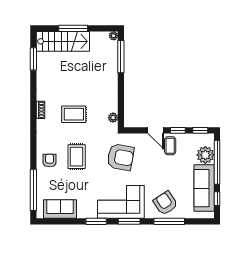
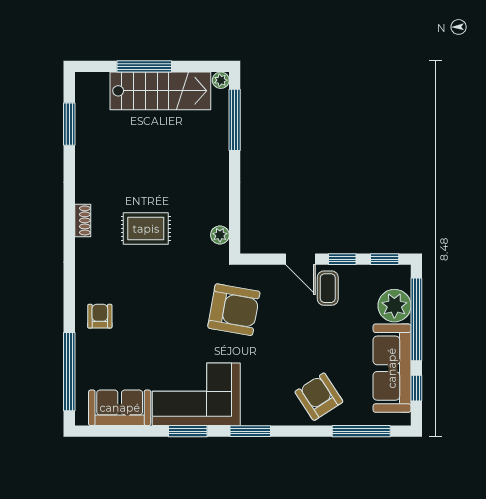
stairs: (63, 41) -> (160, 91), moved
rug: (77, 157) -> (151, 309), removed
corner sofa: (121, 202) -> (196, 394), moved
window: (169, 221) -> (361, 431), moved

